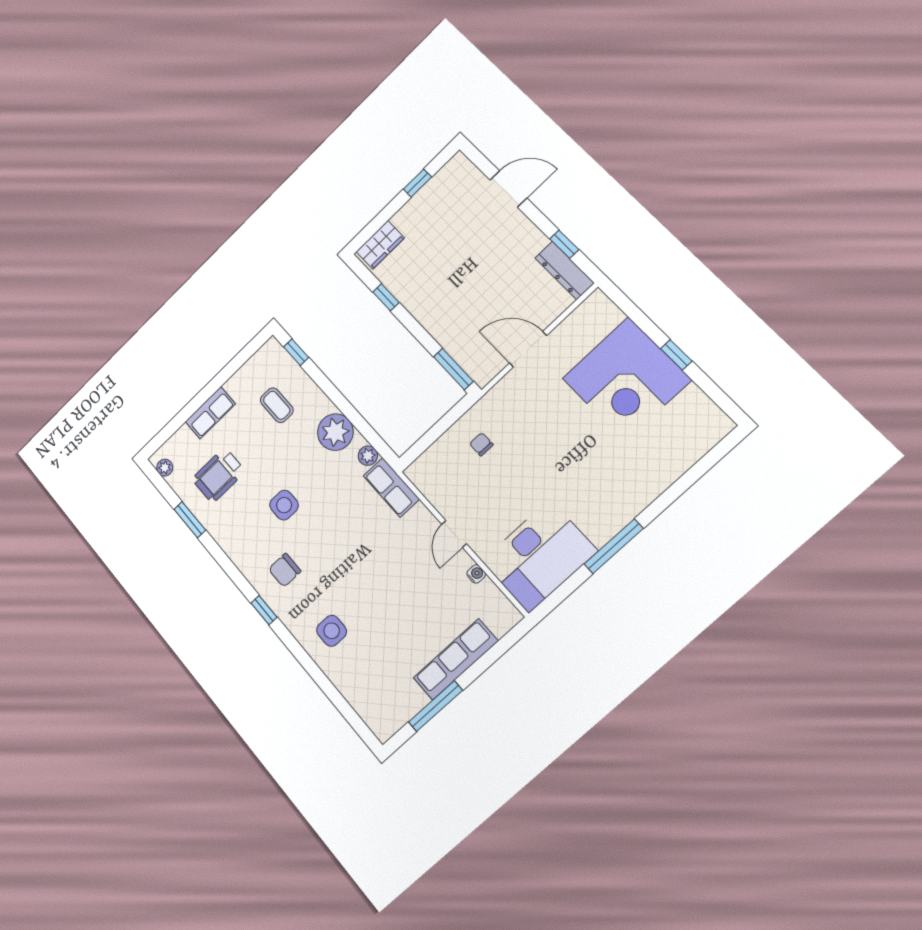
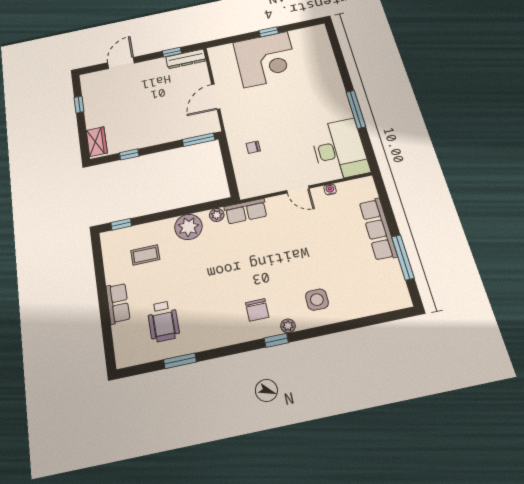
plant: (165, 468) -> (288, 326), moved
side table: (284, 505) -> (213, 286), removed

